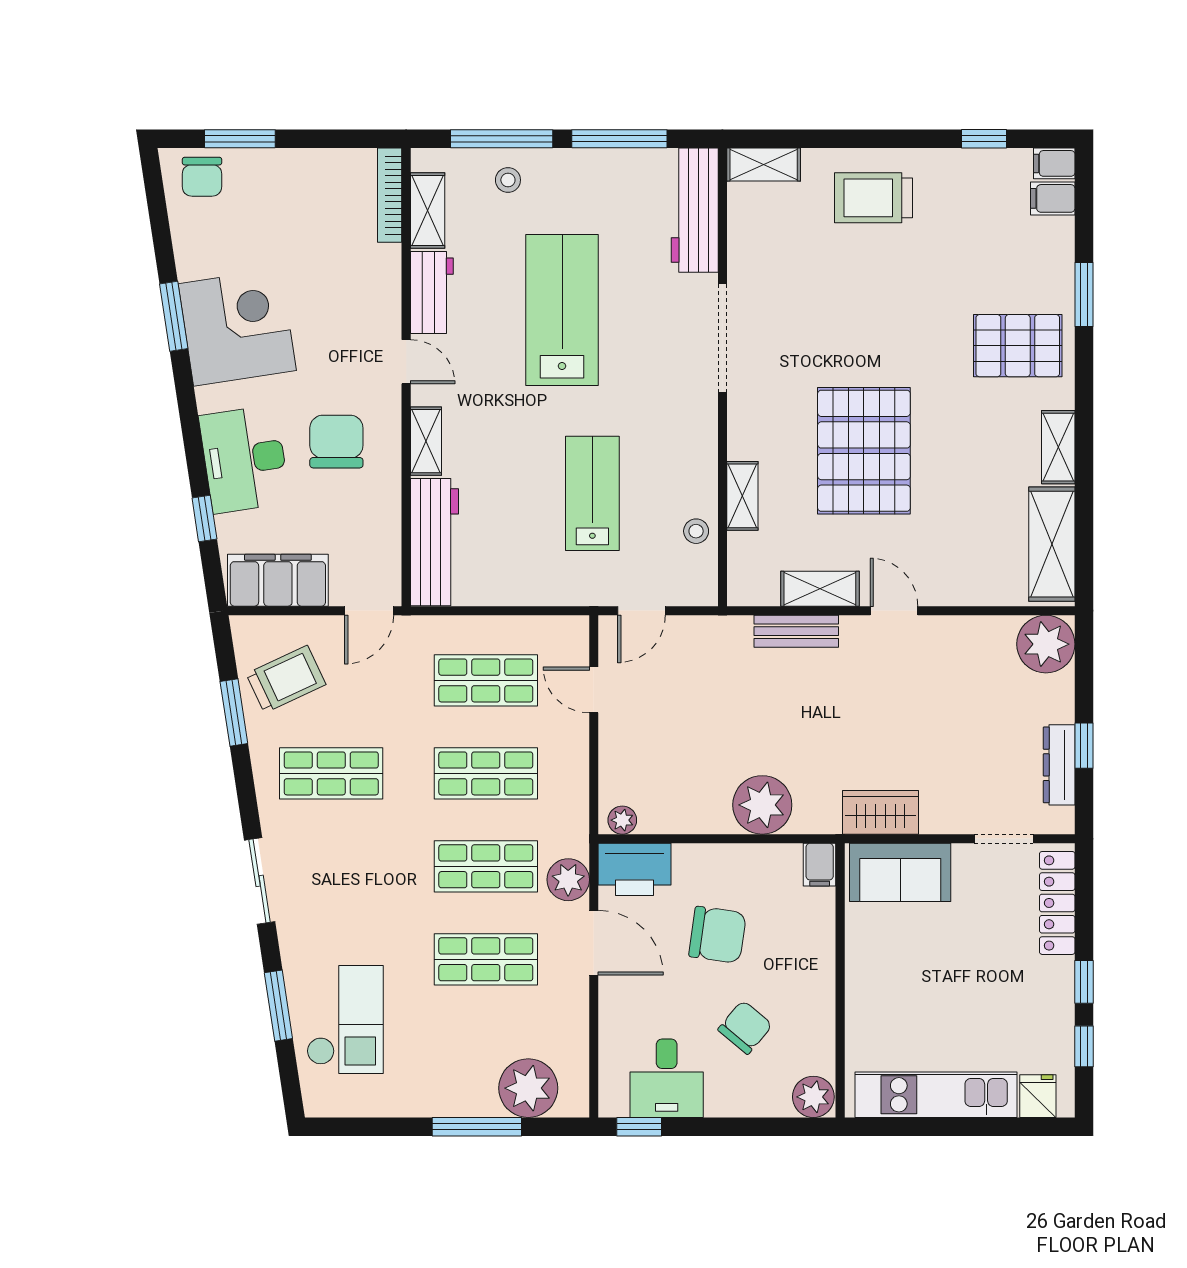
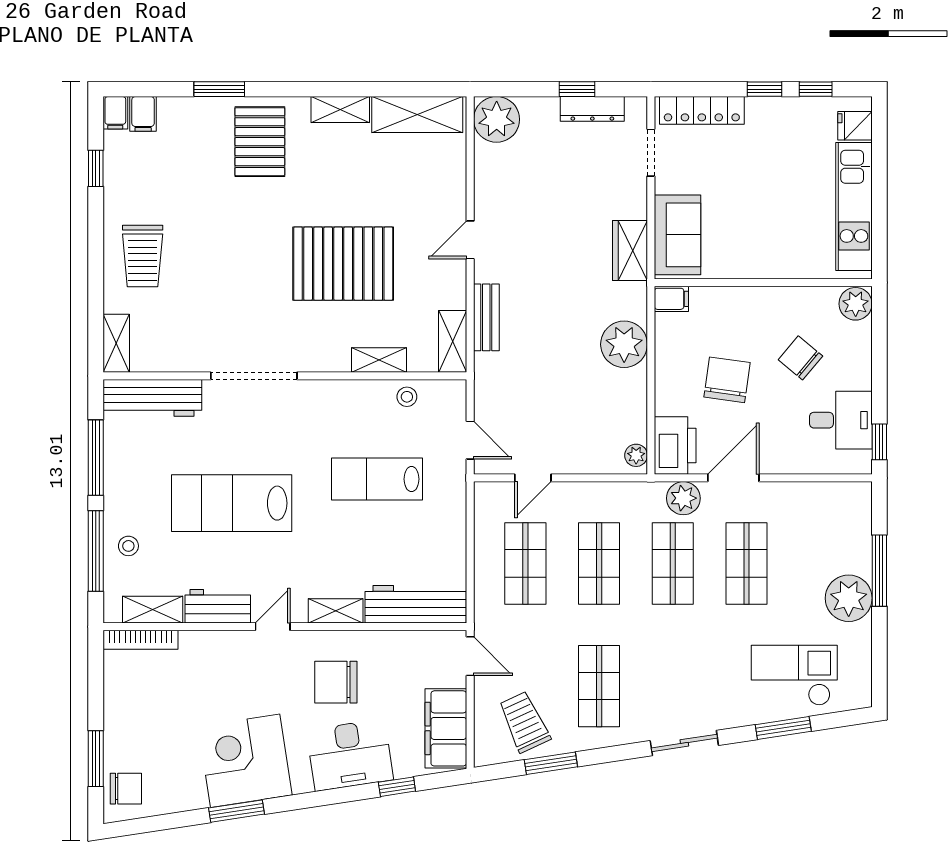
shelving: (820, 589) -> (453, 341), moved
plant: (528, 1088) -> (849, 598), moved

